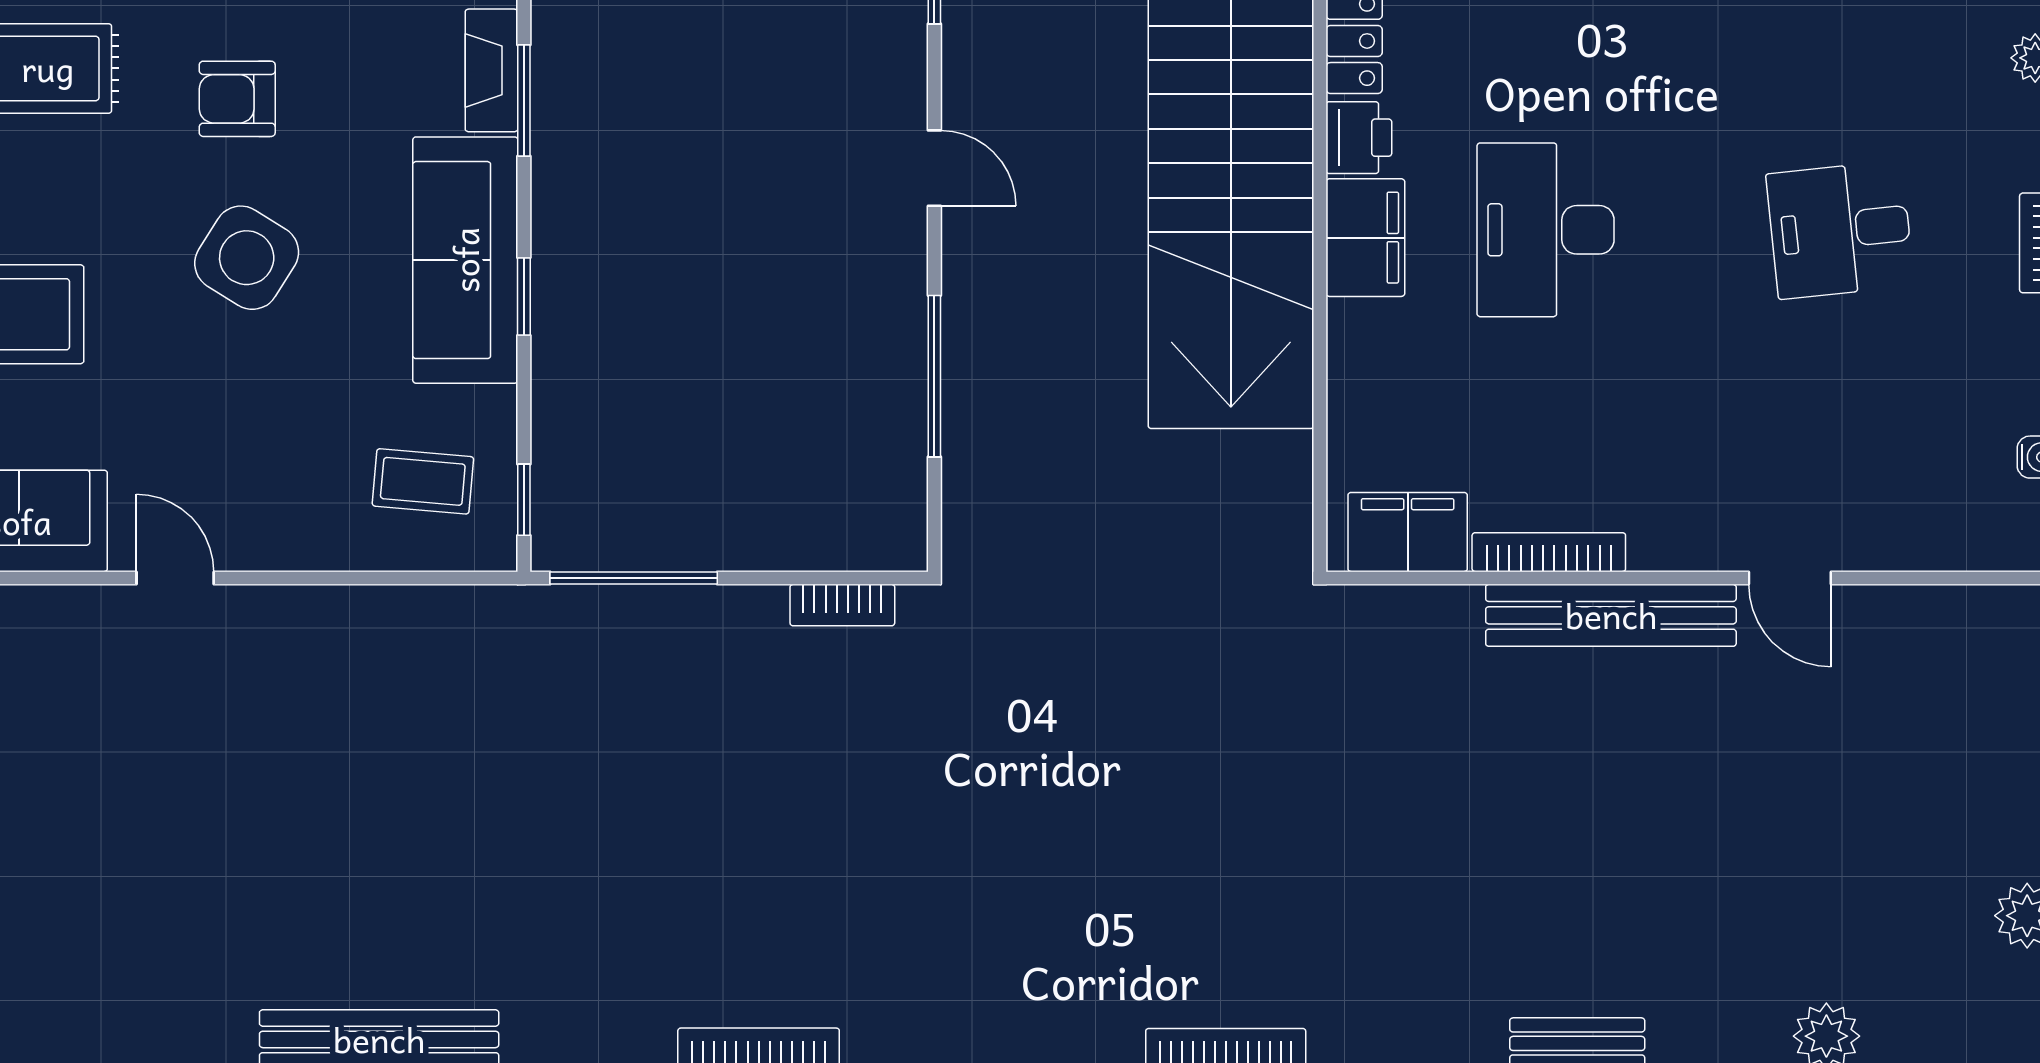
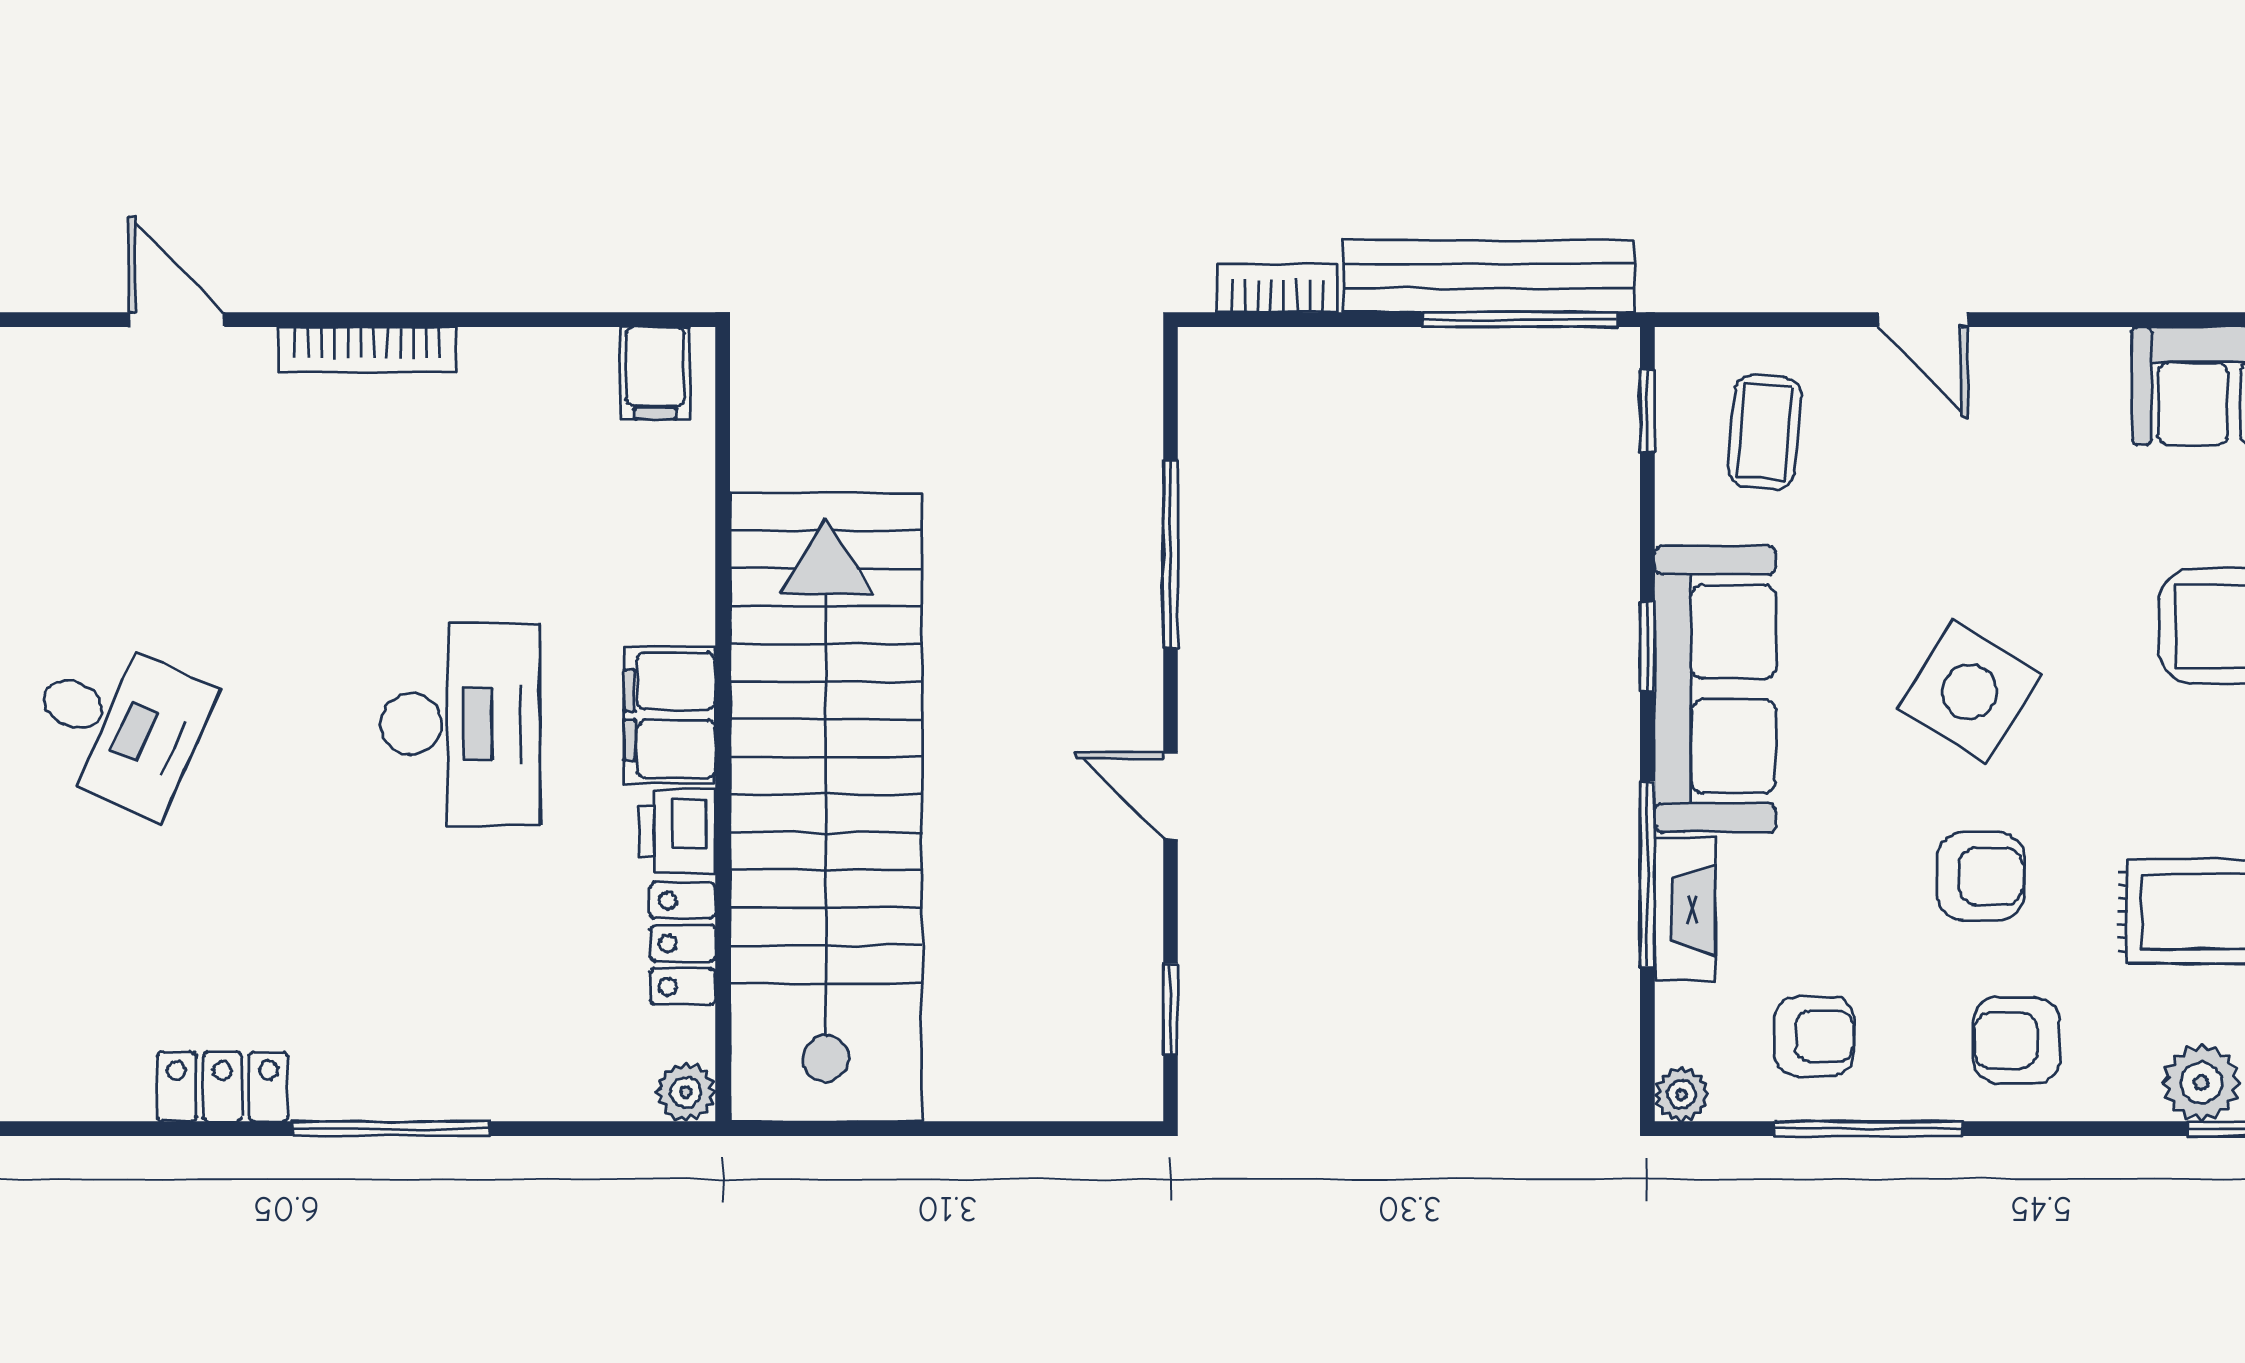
window: (524, 101) -> (1647, 874), width x1.44
desk: (1840, 230) -> (118, 724), turned 30
coffee table: (423, 481) -> (1765, 432), turned 90
filing cabinet: (1408, 532) -> (655, 373), width x0.50
bookcase: (1549, 552) -> (367, 350), moved
door: (175, 578) -> (1923, 320), moved
bench: (1611, 615) -> (1489, 276), moved

